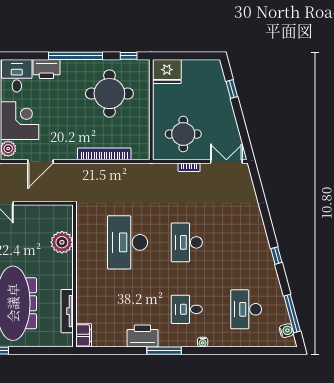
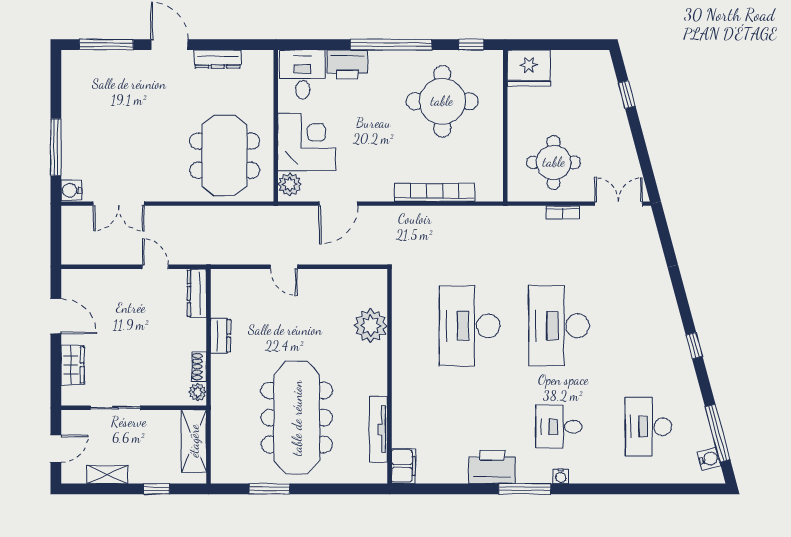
desk: (187, 242) -> (559, 326), width x1.36, depth x1.30
water cooler: (203, 342) -> (561, 476), moved

